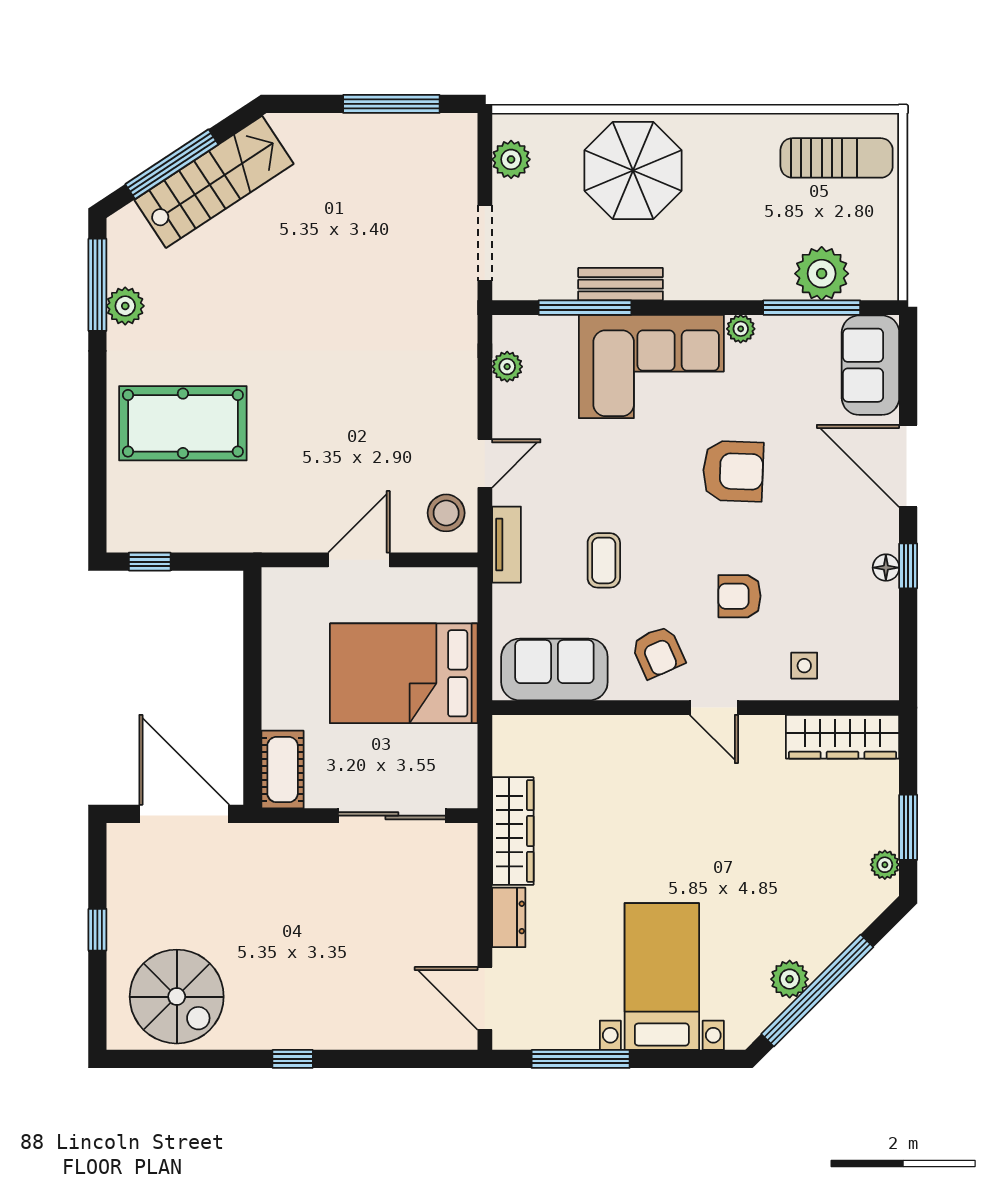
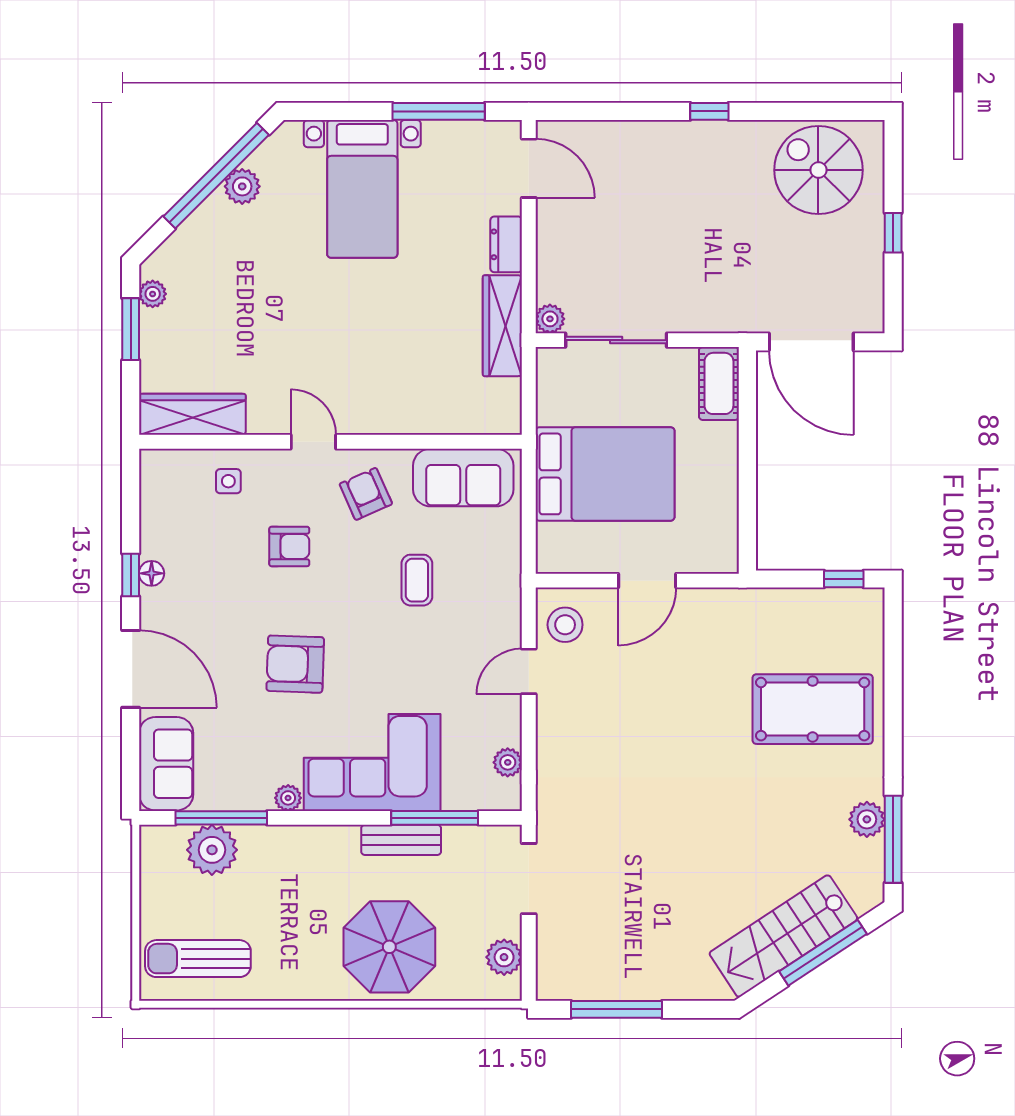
tv unit: (506, 545) -> (508, 595), removed
plant: (462, 838) -> (550, 319), added

